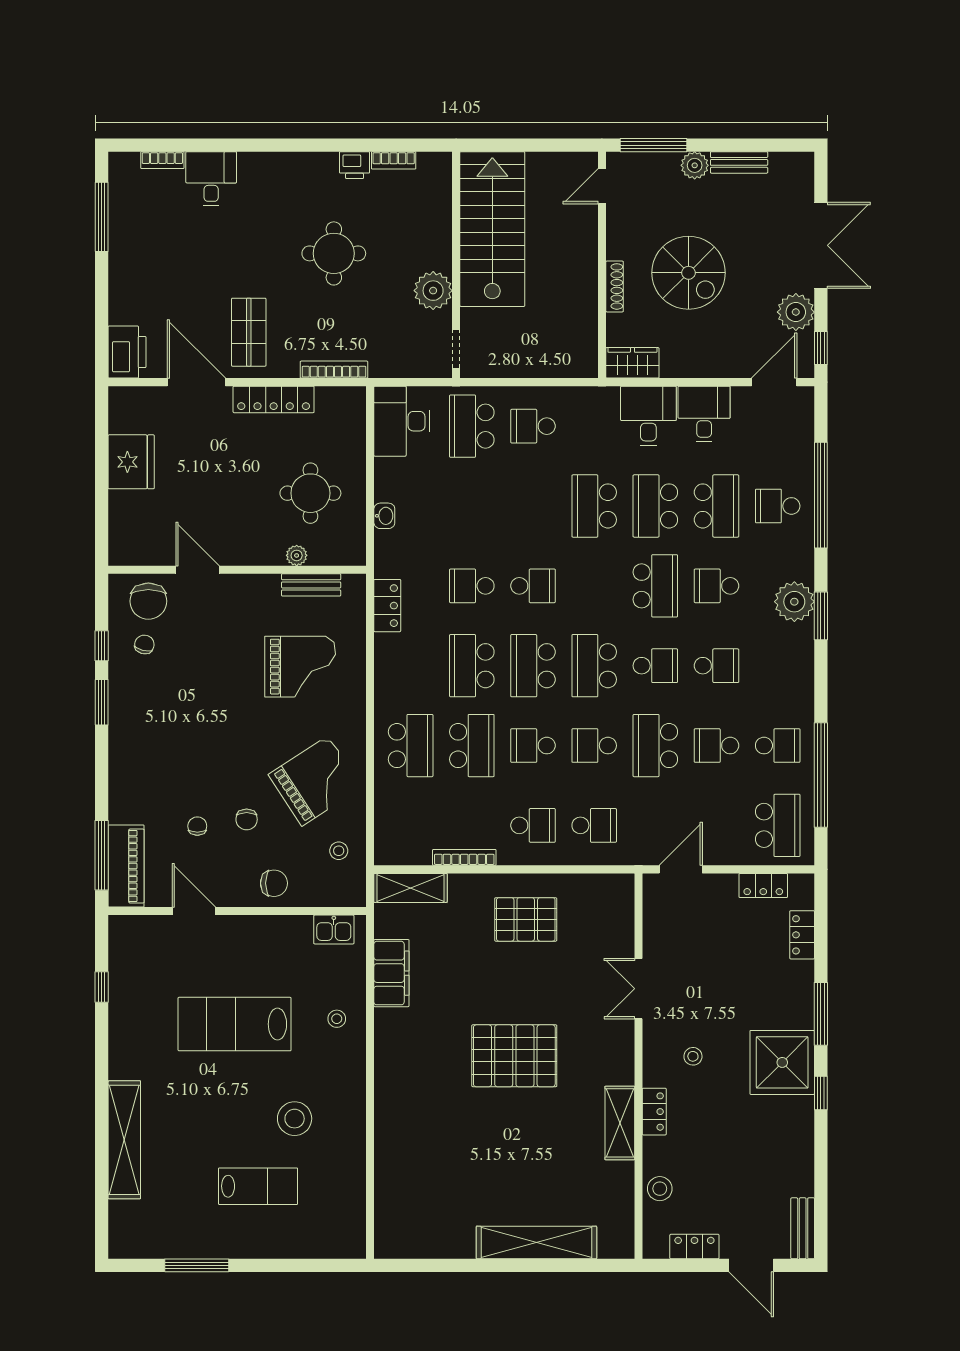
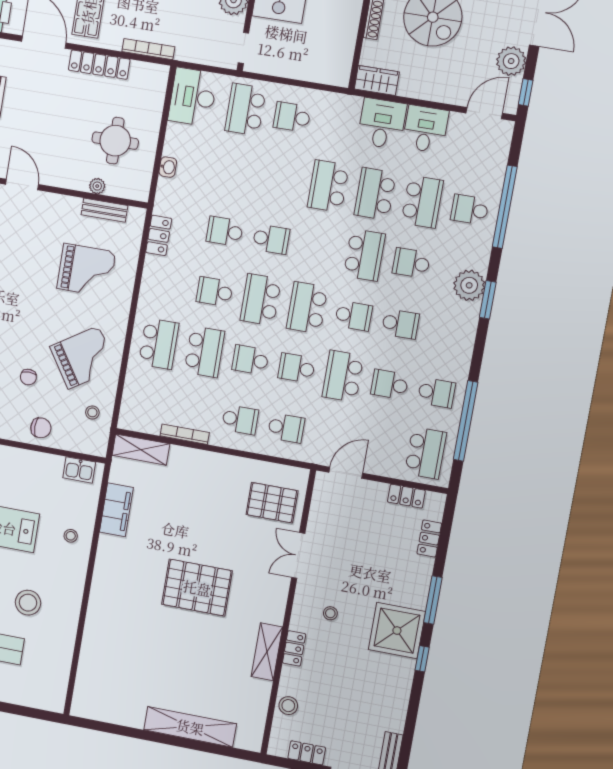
school desk: (472, 666) -> (215, 292), width x0.54
pallet: (526, 919) -> (272, 503), moved

